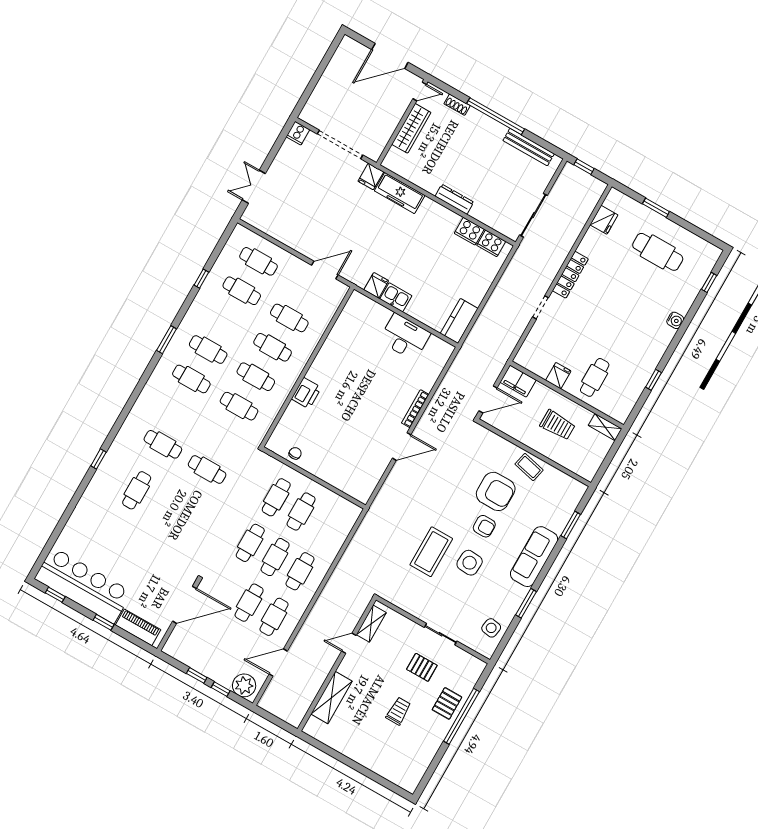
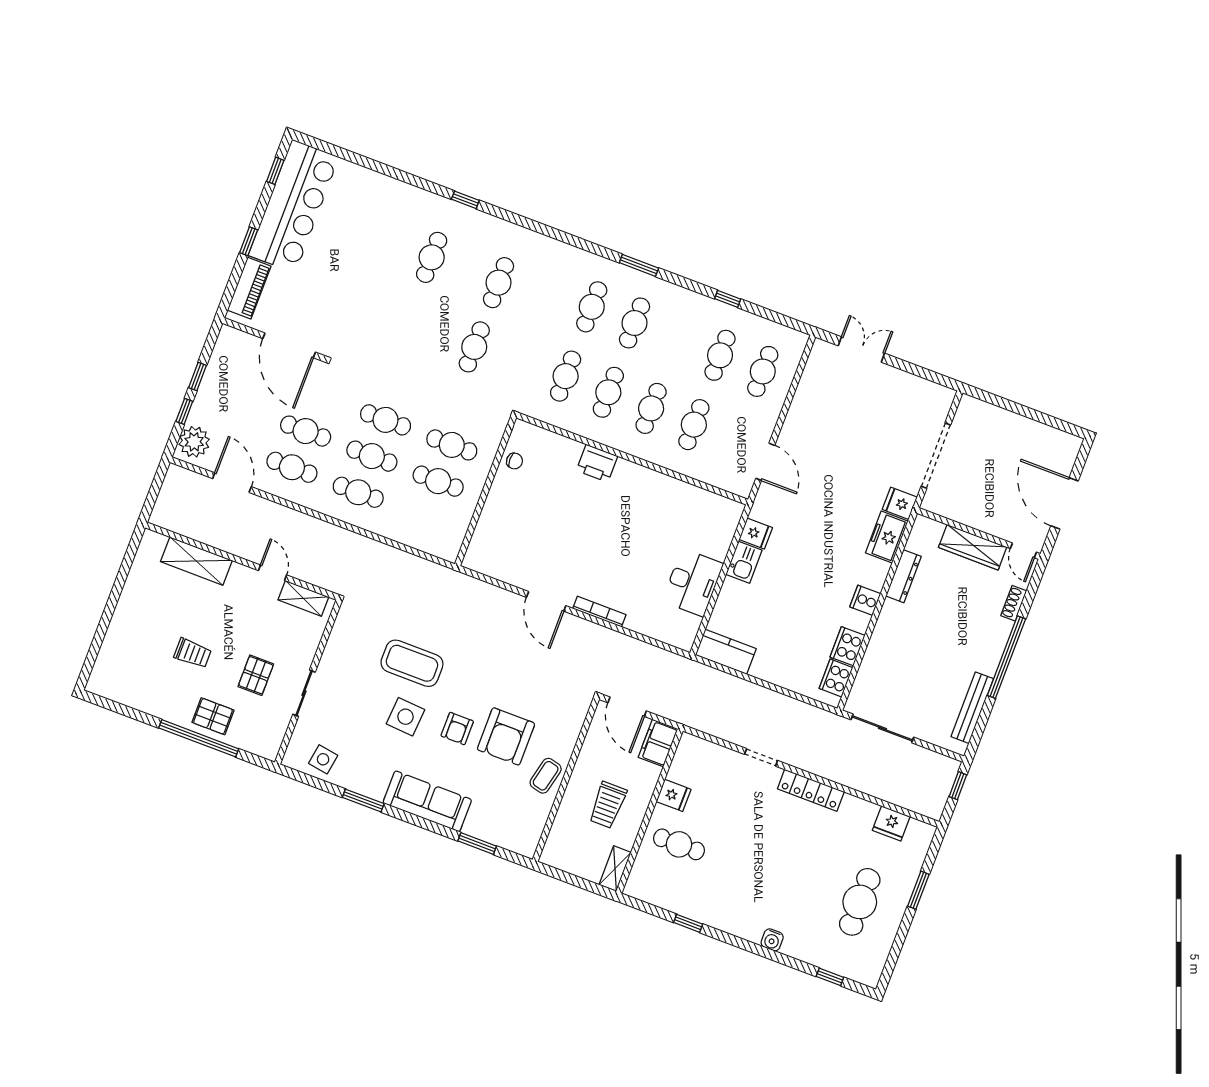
cooker: (298, 133) -> (865, 600), moved
freezer: (400, 193) -> (887, 537), width x0.71
dresser: (454, 199) -> (903, 576), moved
cafe table: (137, 490) -> (432, 257), turned 90

